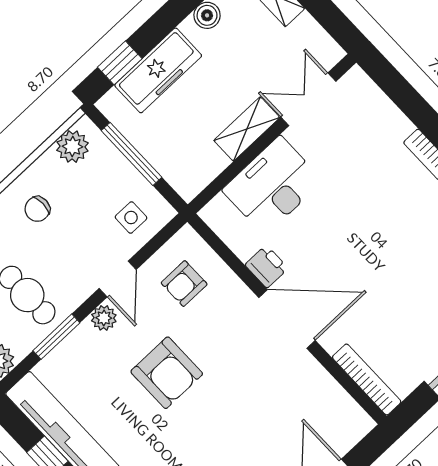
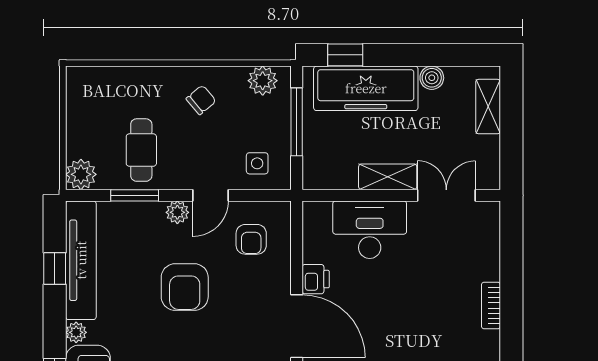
freezer: (158, 70) -> (366, 88), width x1.36, depth x1.26
chair: (37, 209) -> (201, 100), turned 140
armchair: (184, 284) -> (251, 239), turned -90

